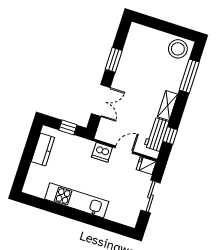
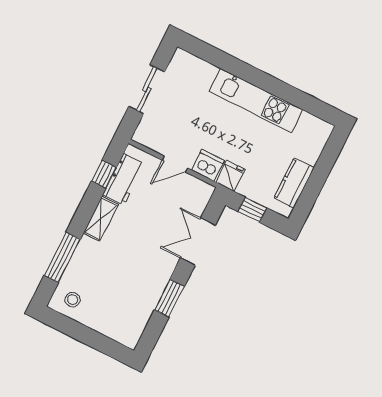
stool: (178, 49) -> (73, 300), width x0.53, depth x0.53
fridge: (146, 165) -> (230, 176), moved, turned -90

